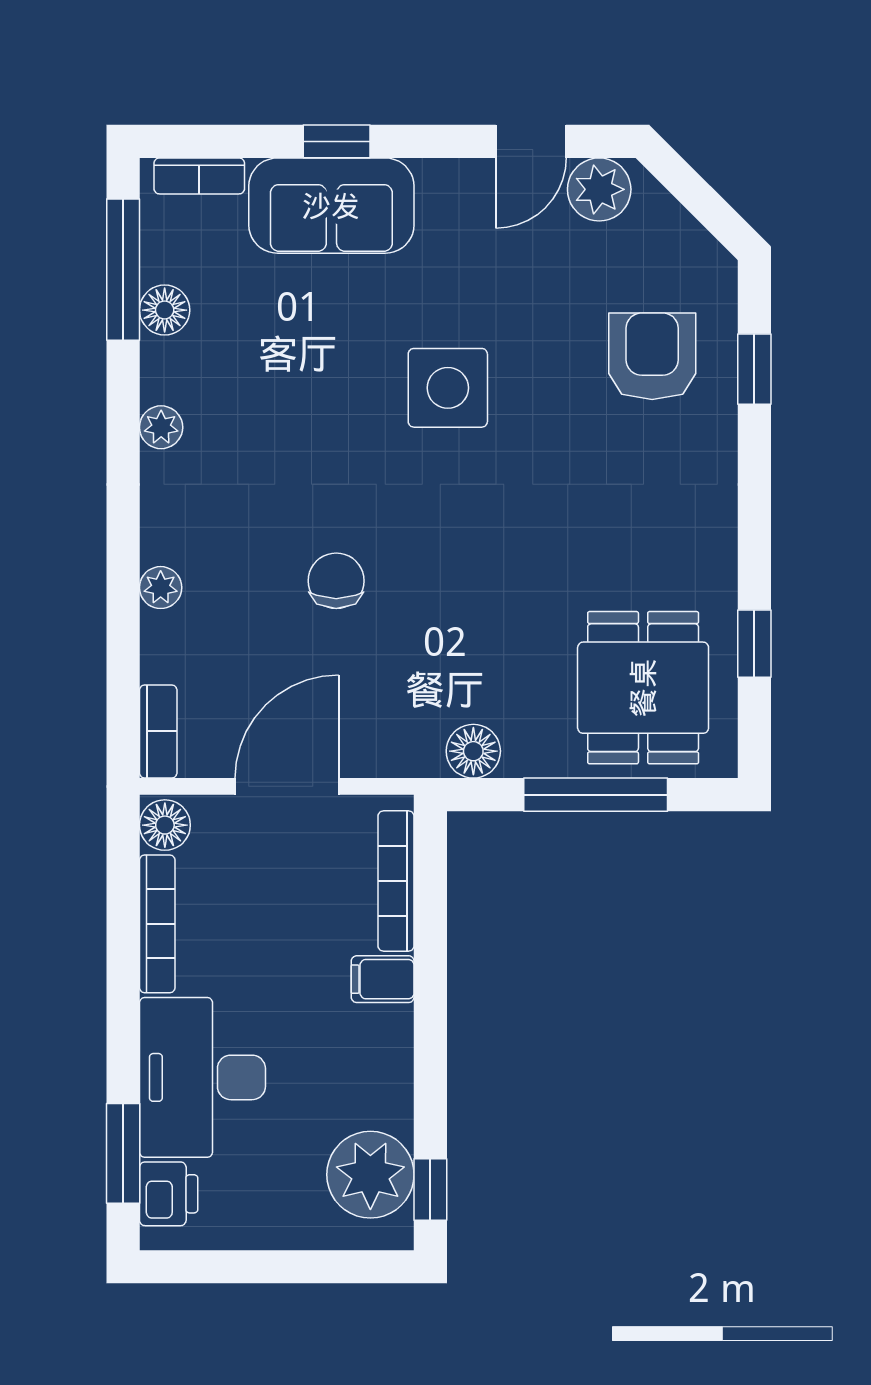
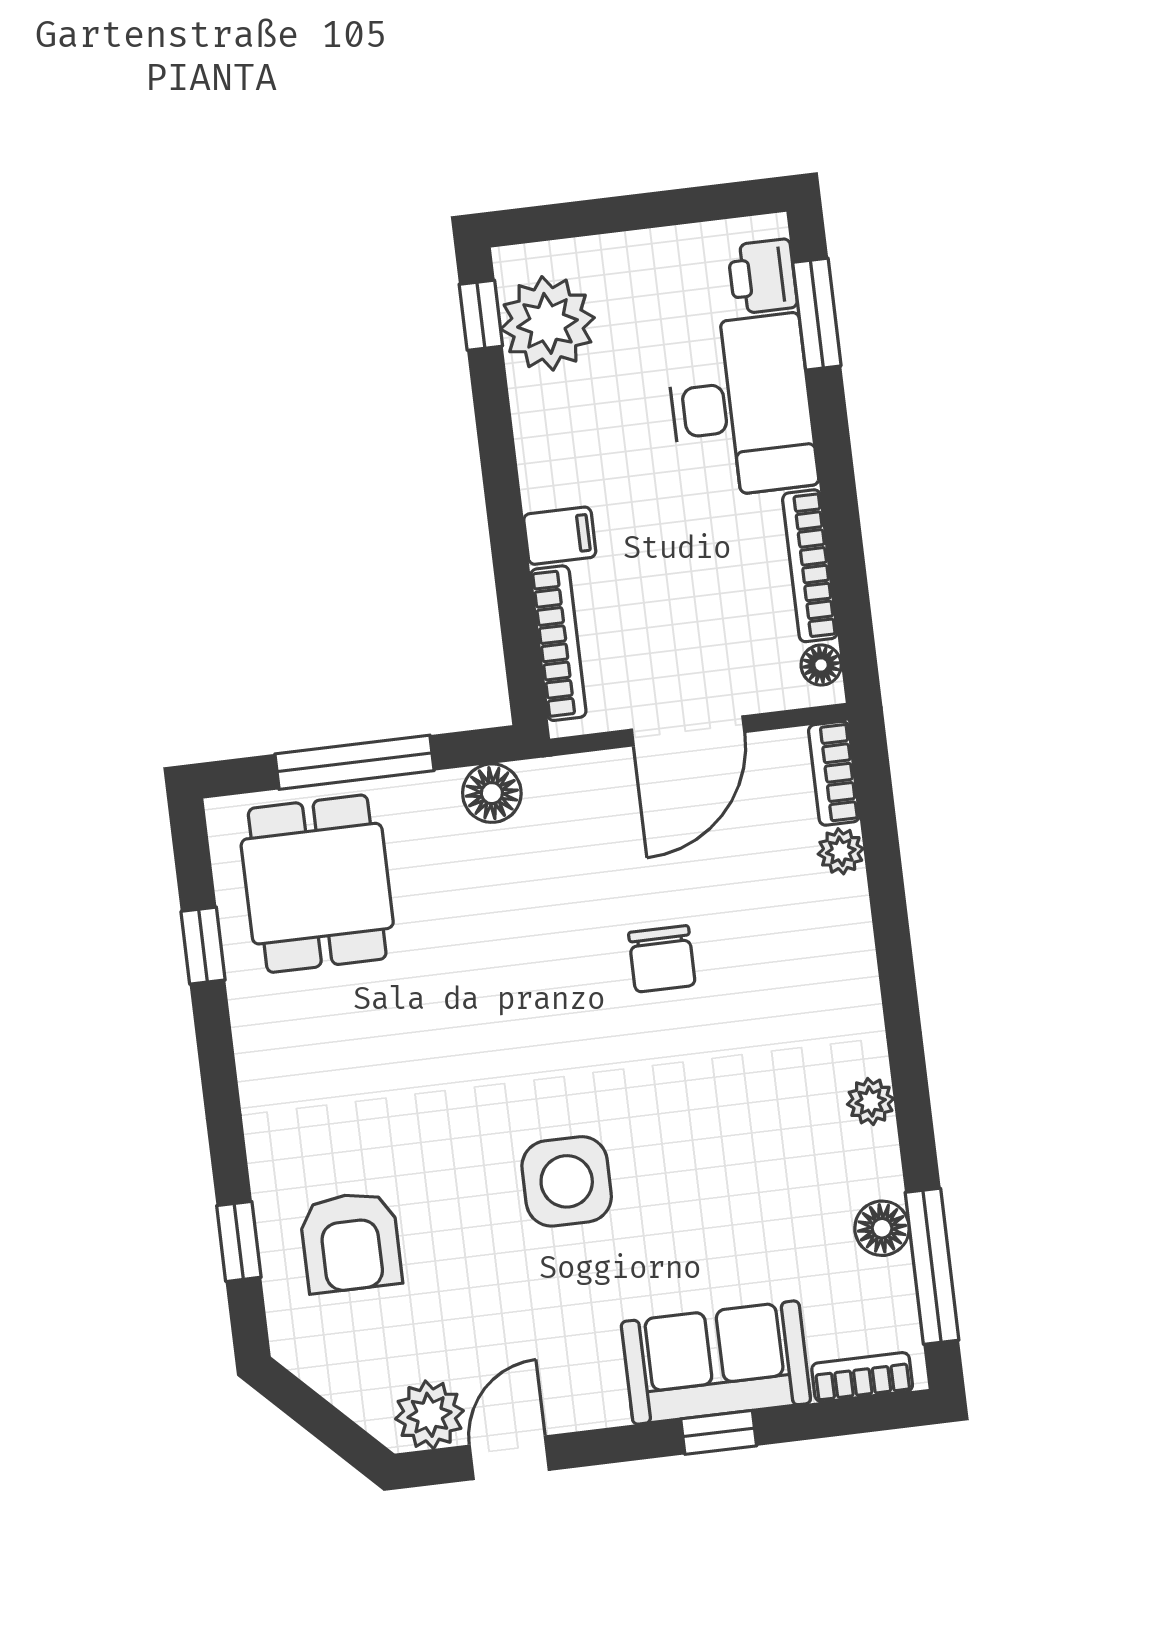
plant: (161, 588) -> (841, 851), moved
floor lamp: (165, 825) -> (821, 665), width x0.73, depth x0.73

